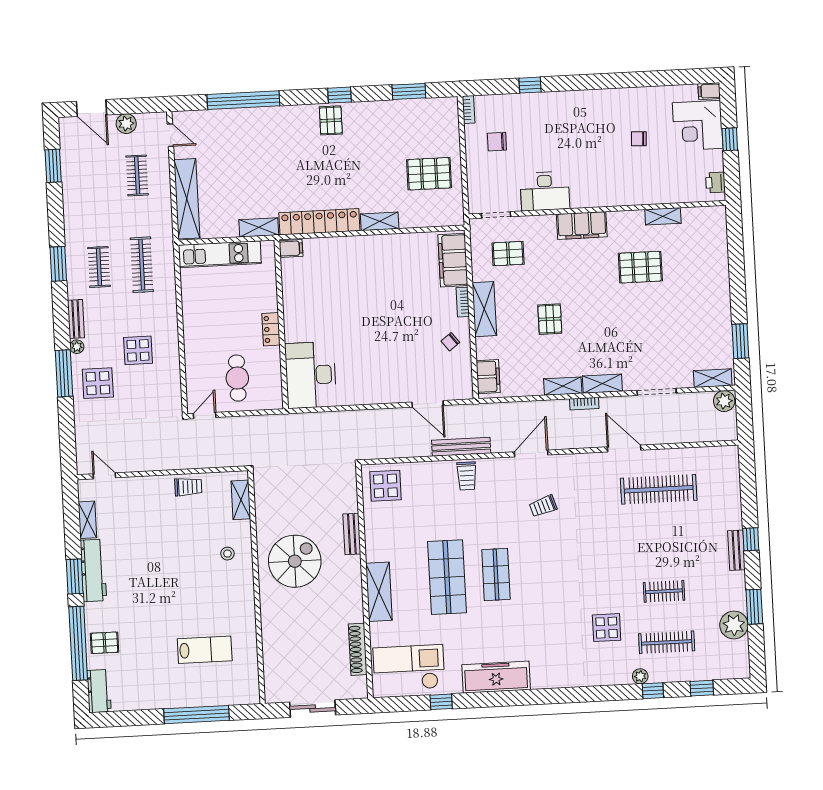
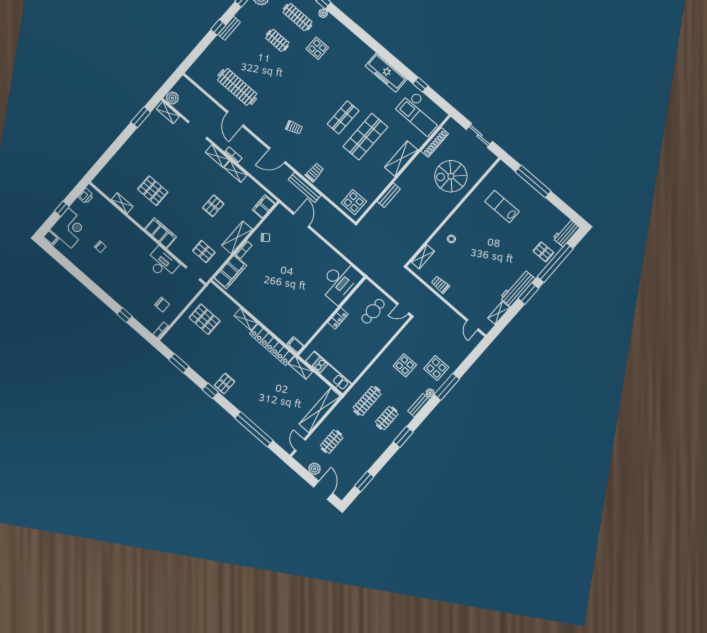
spiral stairs: (295, 561) -> (451, 176), moved

